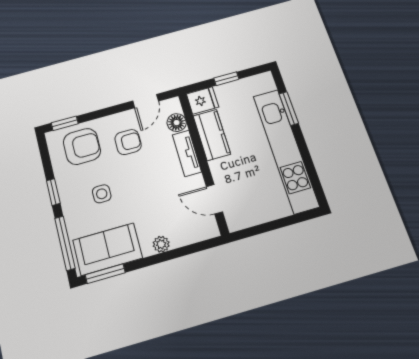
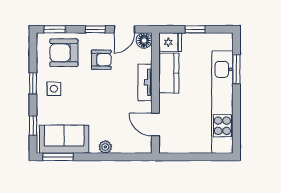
window: (112, 110) -> (95, 29), added
floor lamp: (177, 123) -> (144, 41), moved
armchair: (82, 146) -> (64, 53), turned 180
side table: (102, 194) -> (54, 89), moved
window: (65, 243) -> (33, 125), width x0.46

